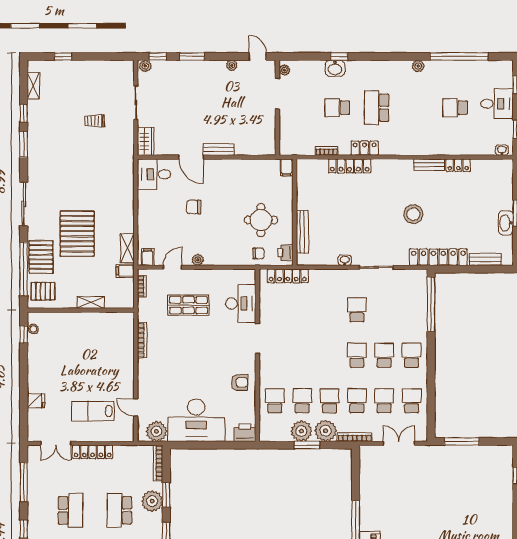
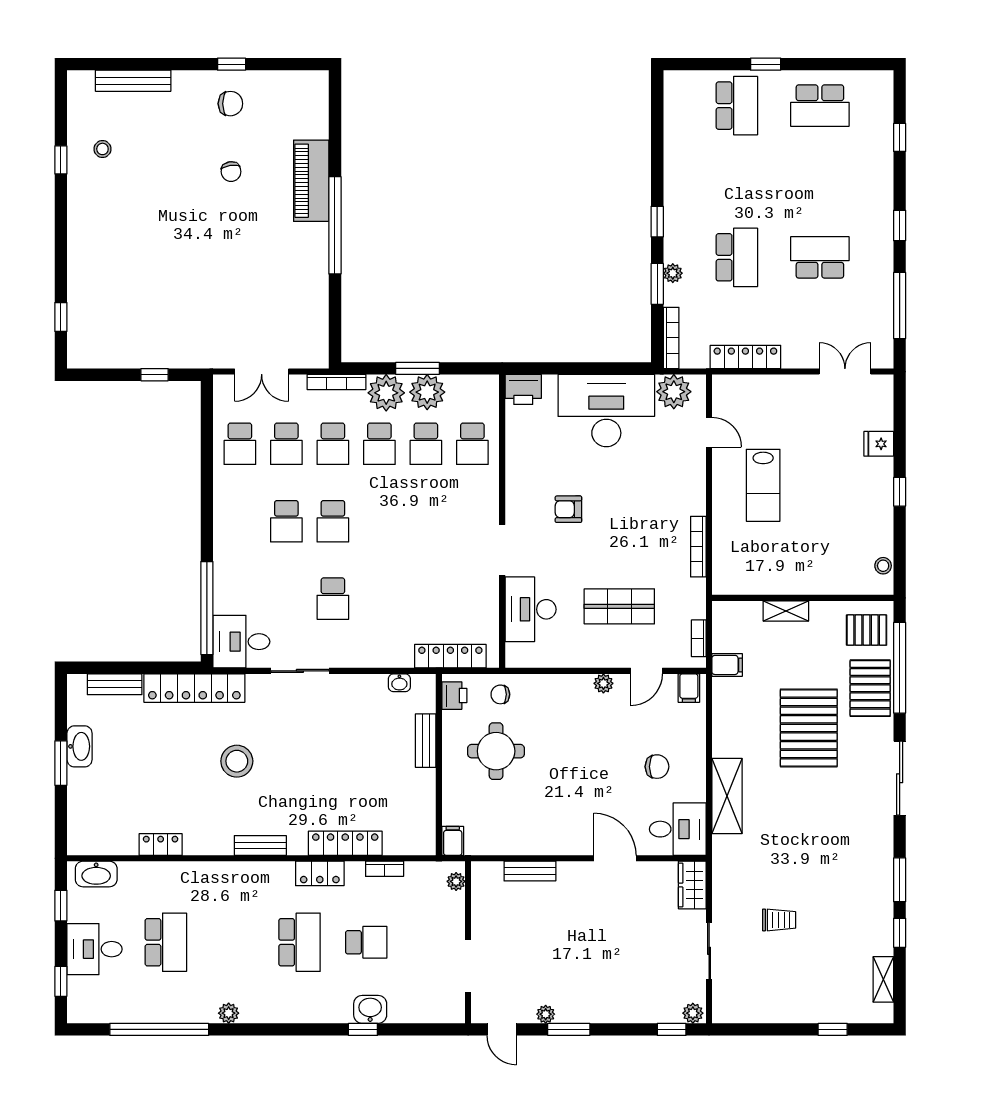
window: (192, 56) -> (569, 1029), moved
plant: (284, 70) -> (456, 881), moved
school desk: (455, 108) -> (166, 942), width x1.85
bench: (219, 150) -> (530, 871), moved
washbasin: (502, 150) -> (96, 874), width x1.91, depth x1.45
bench: (429, 165) -> (260, 845), moved
chair: (194, 207) -> (657, 767), moved
bench: (302, 232) -> (426, 741), width x0.73
shelving: (127, 248) -> (727, 796), moved, width x1.50, depth x1.33
washbasin: (345, 260) -> (399, 683), moved
desk: (411, 284) -> (241, 642), added
window: (24, 334) -> (900, 492), moved
school desk: (412, 355) -> (240, 521), removed
armchair: (240, 382) -> (568, 509), moved
lab bench: (93, 411) -> (763, 485), moved, turned 90
window: (462, 441) -> (155, 375), width x0.46
locker: (93, 452) -> (745, 357), moved
plant: (152, 501) -> (673, 273), width x0.53, depth x0.53
school desk: (71, 510) -> (820, 257), turned 90

